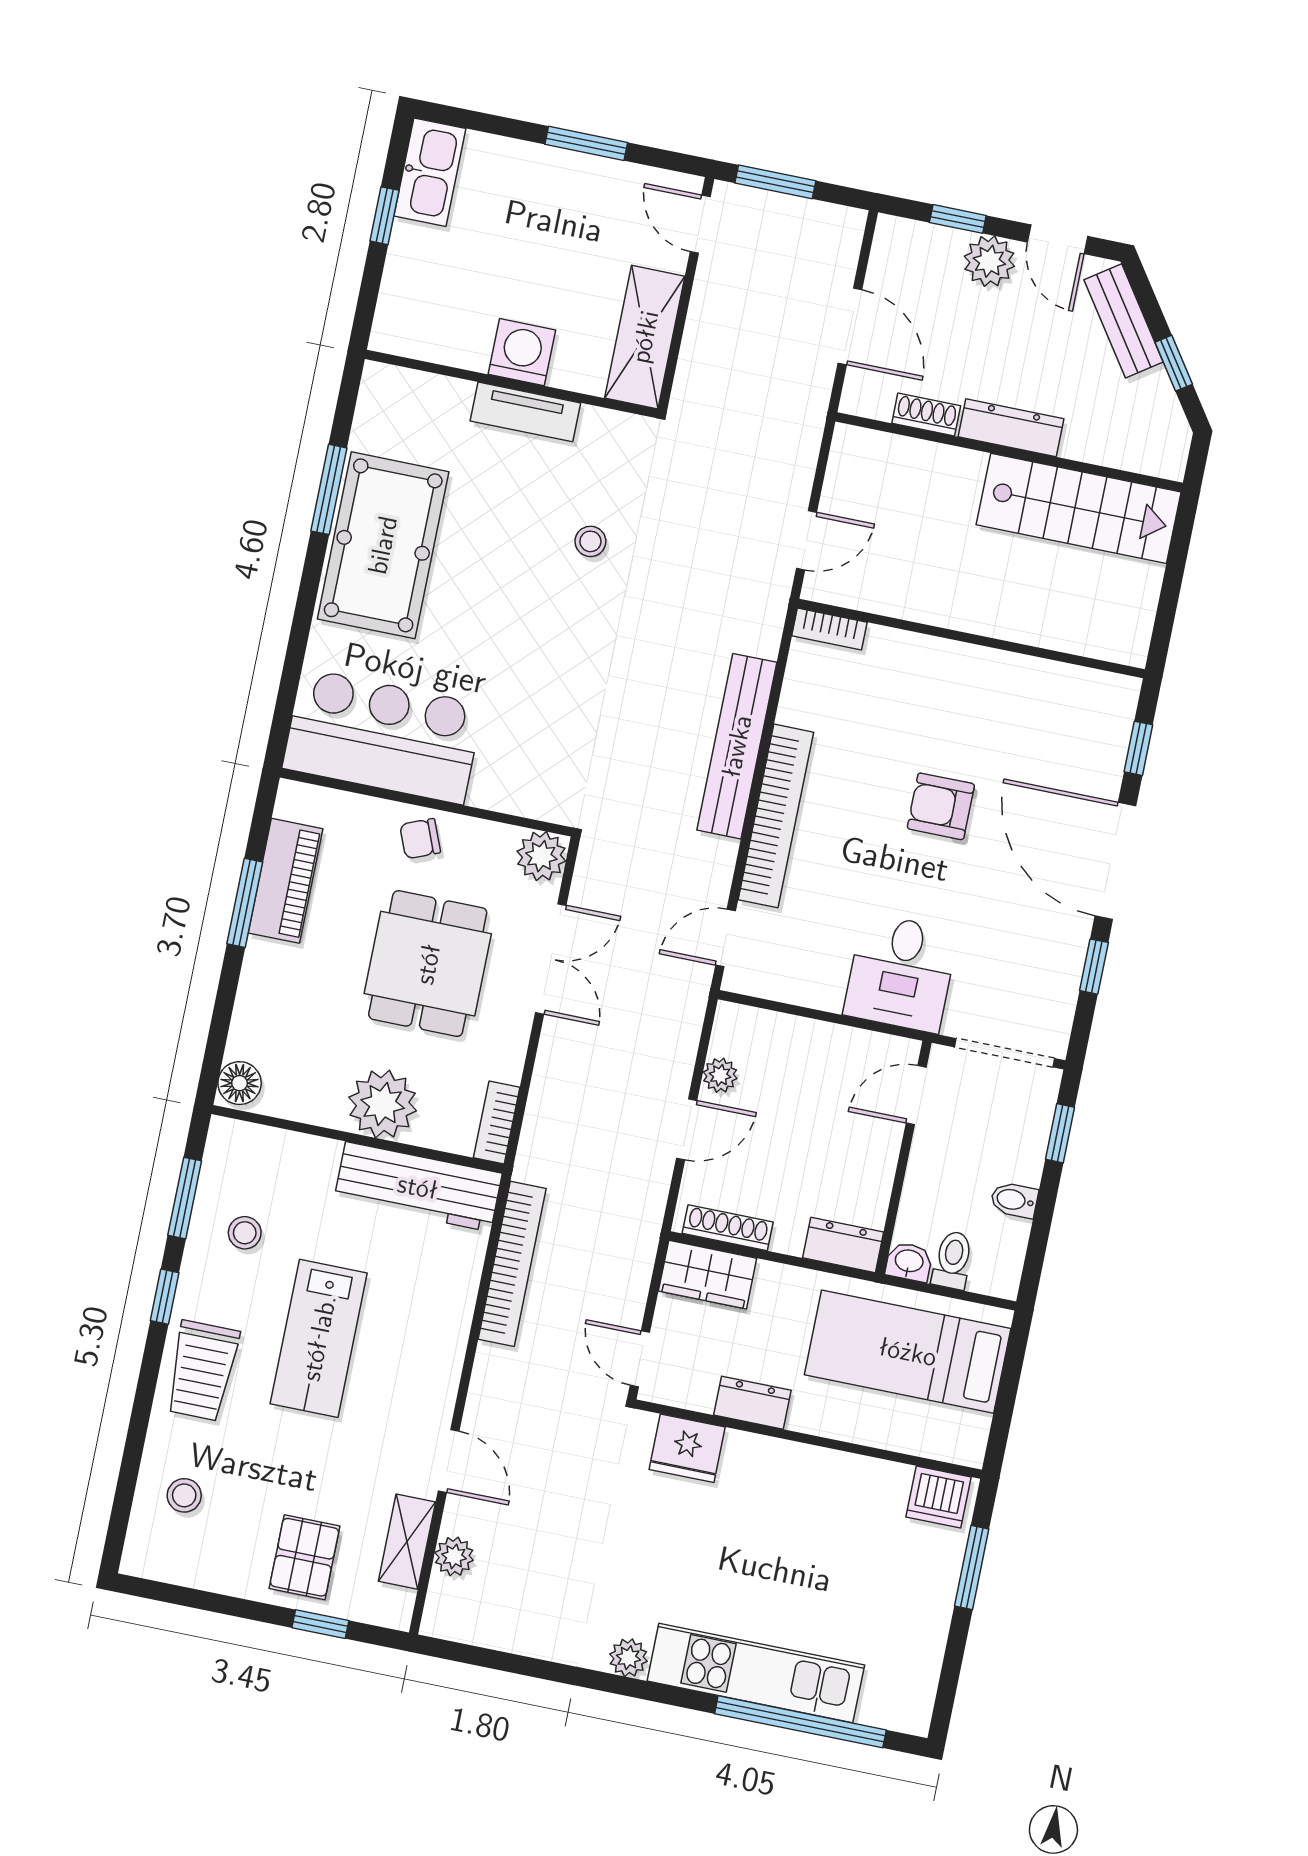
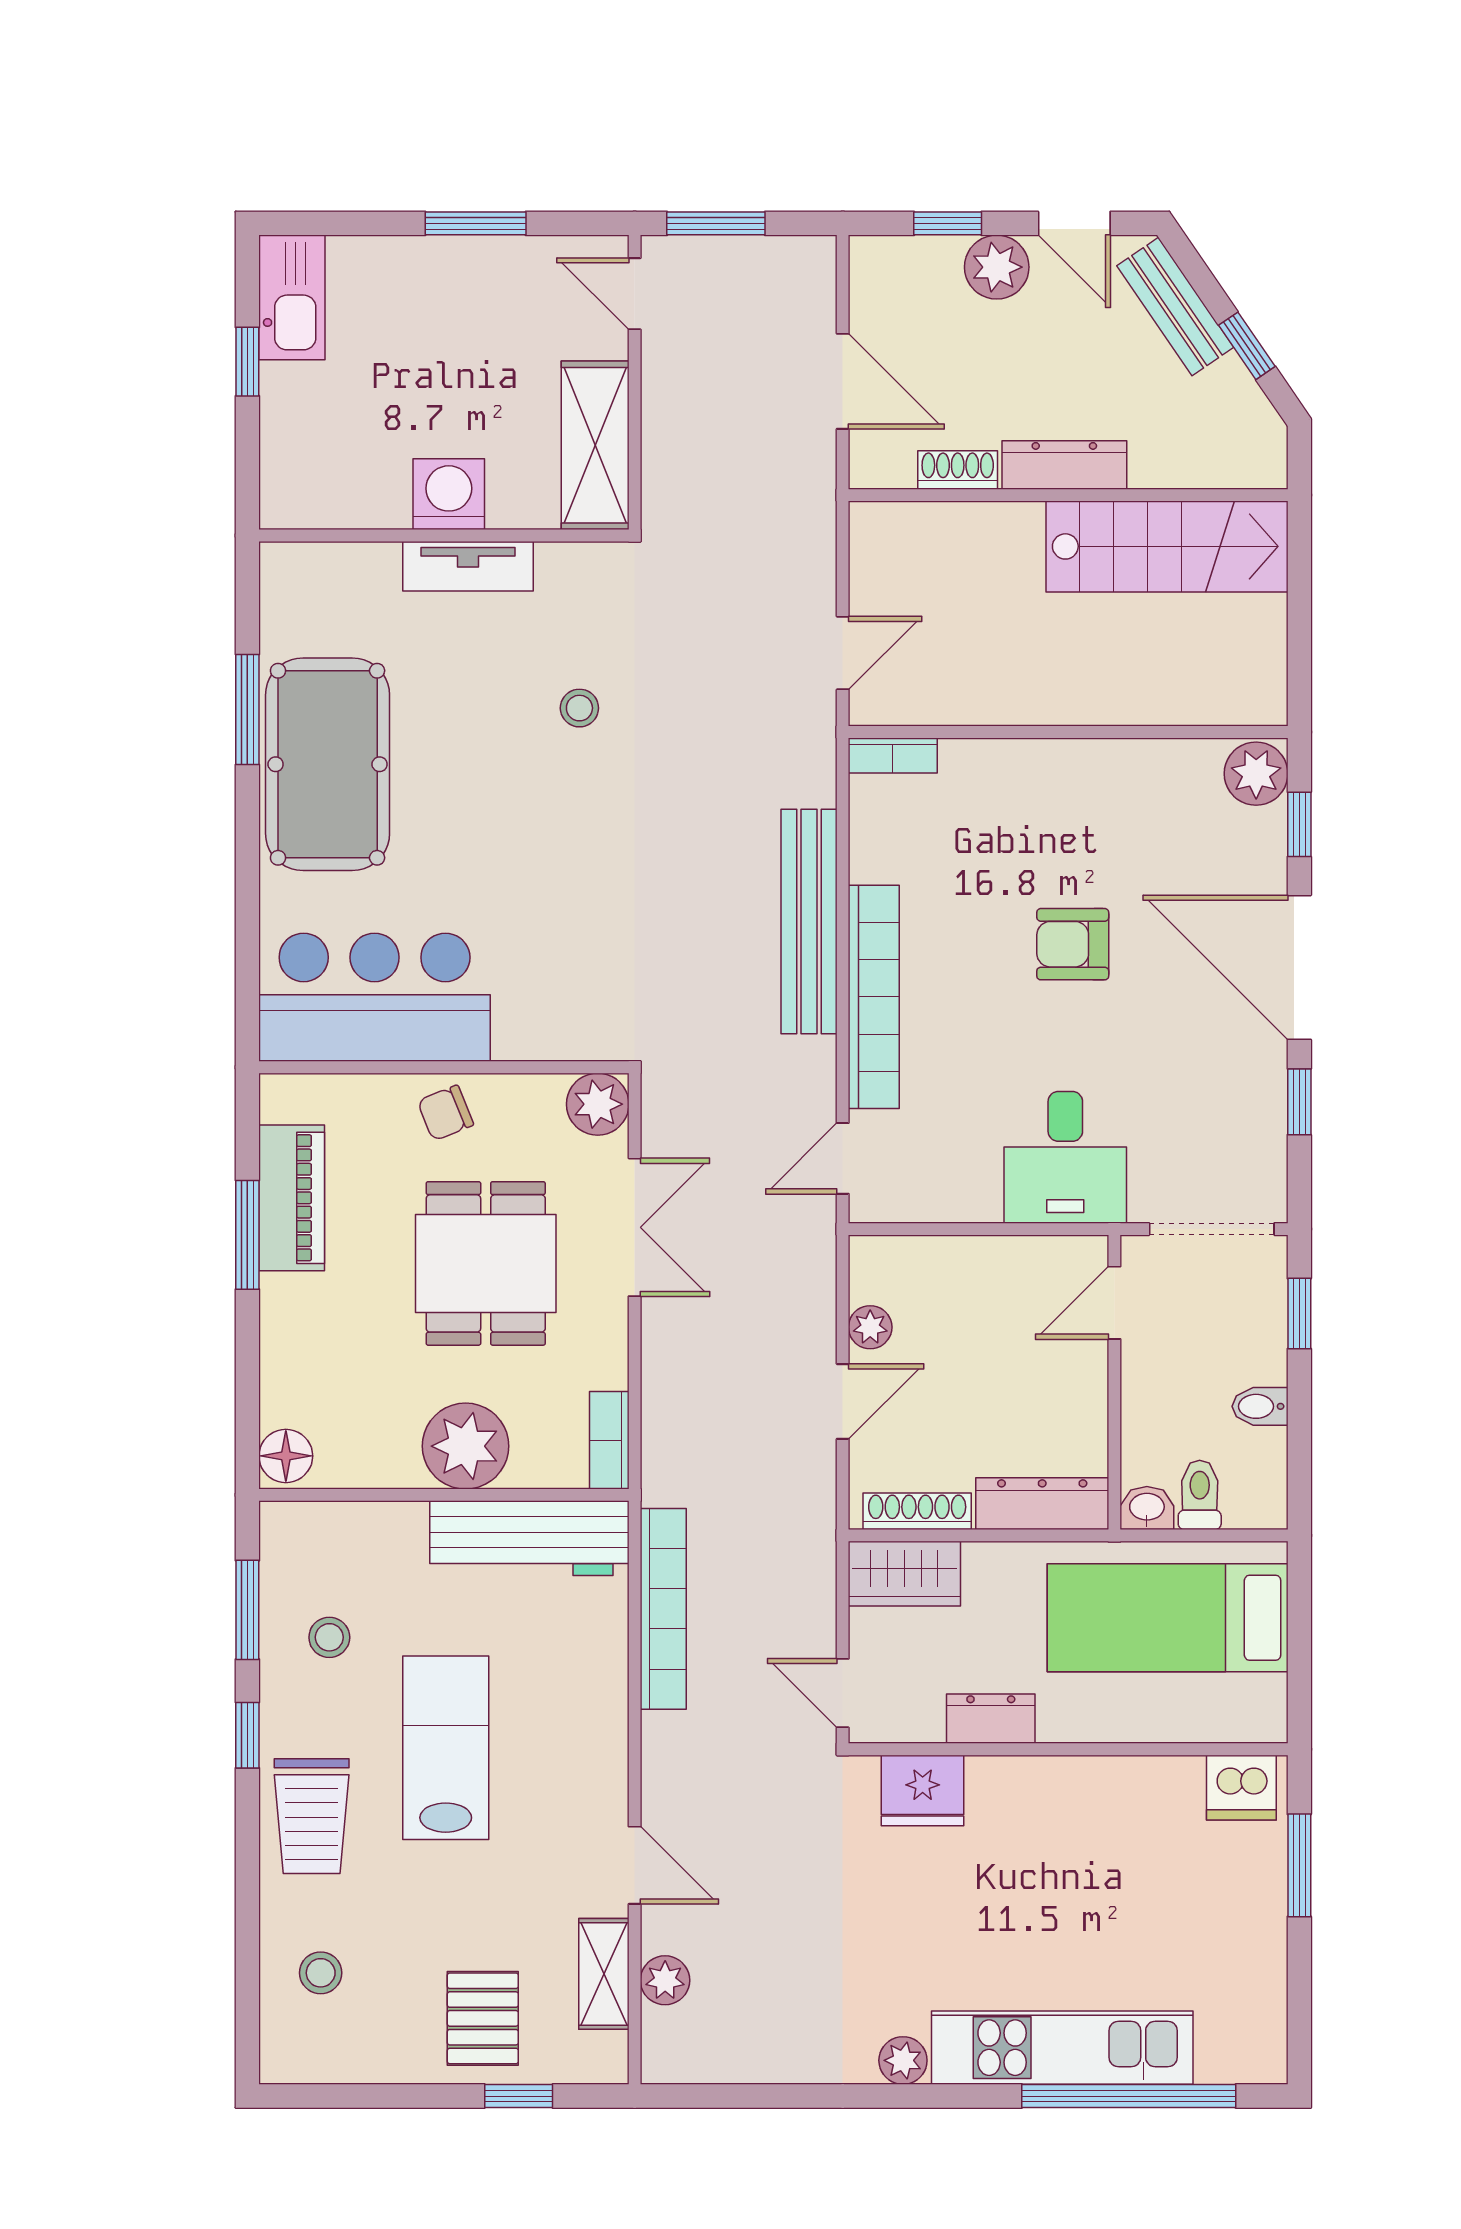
plant: (1112, 701) -> (1256, 774), added
dresser: (843, 1245) -> (1042, 1504), width x1.44
lab bench: (319, 1338) -> (446, 1748), turned 180

